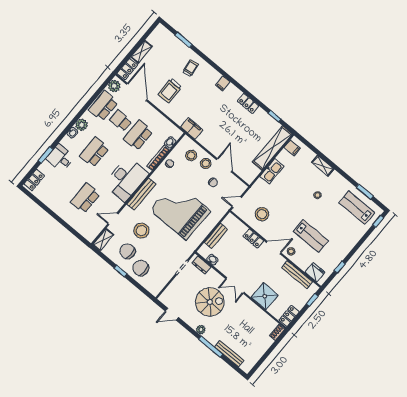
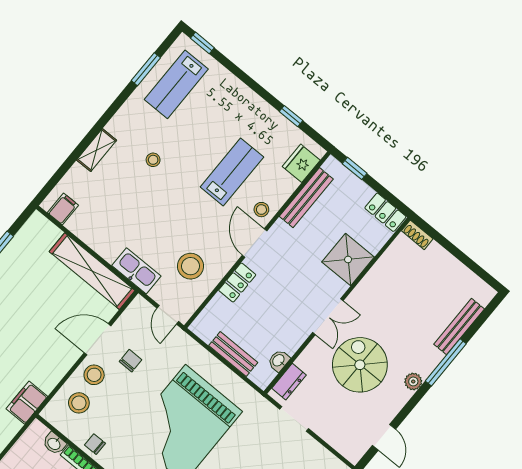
shelving: (272, 148) -> (92, 271), moved
kitchen sink: (272, 171) -> (136, 271), moved

